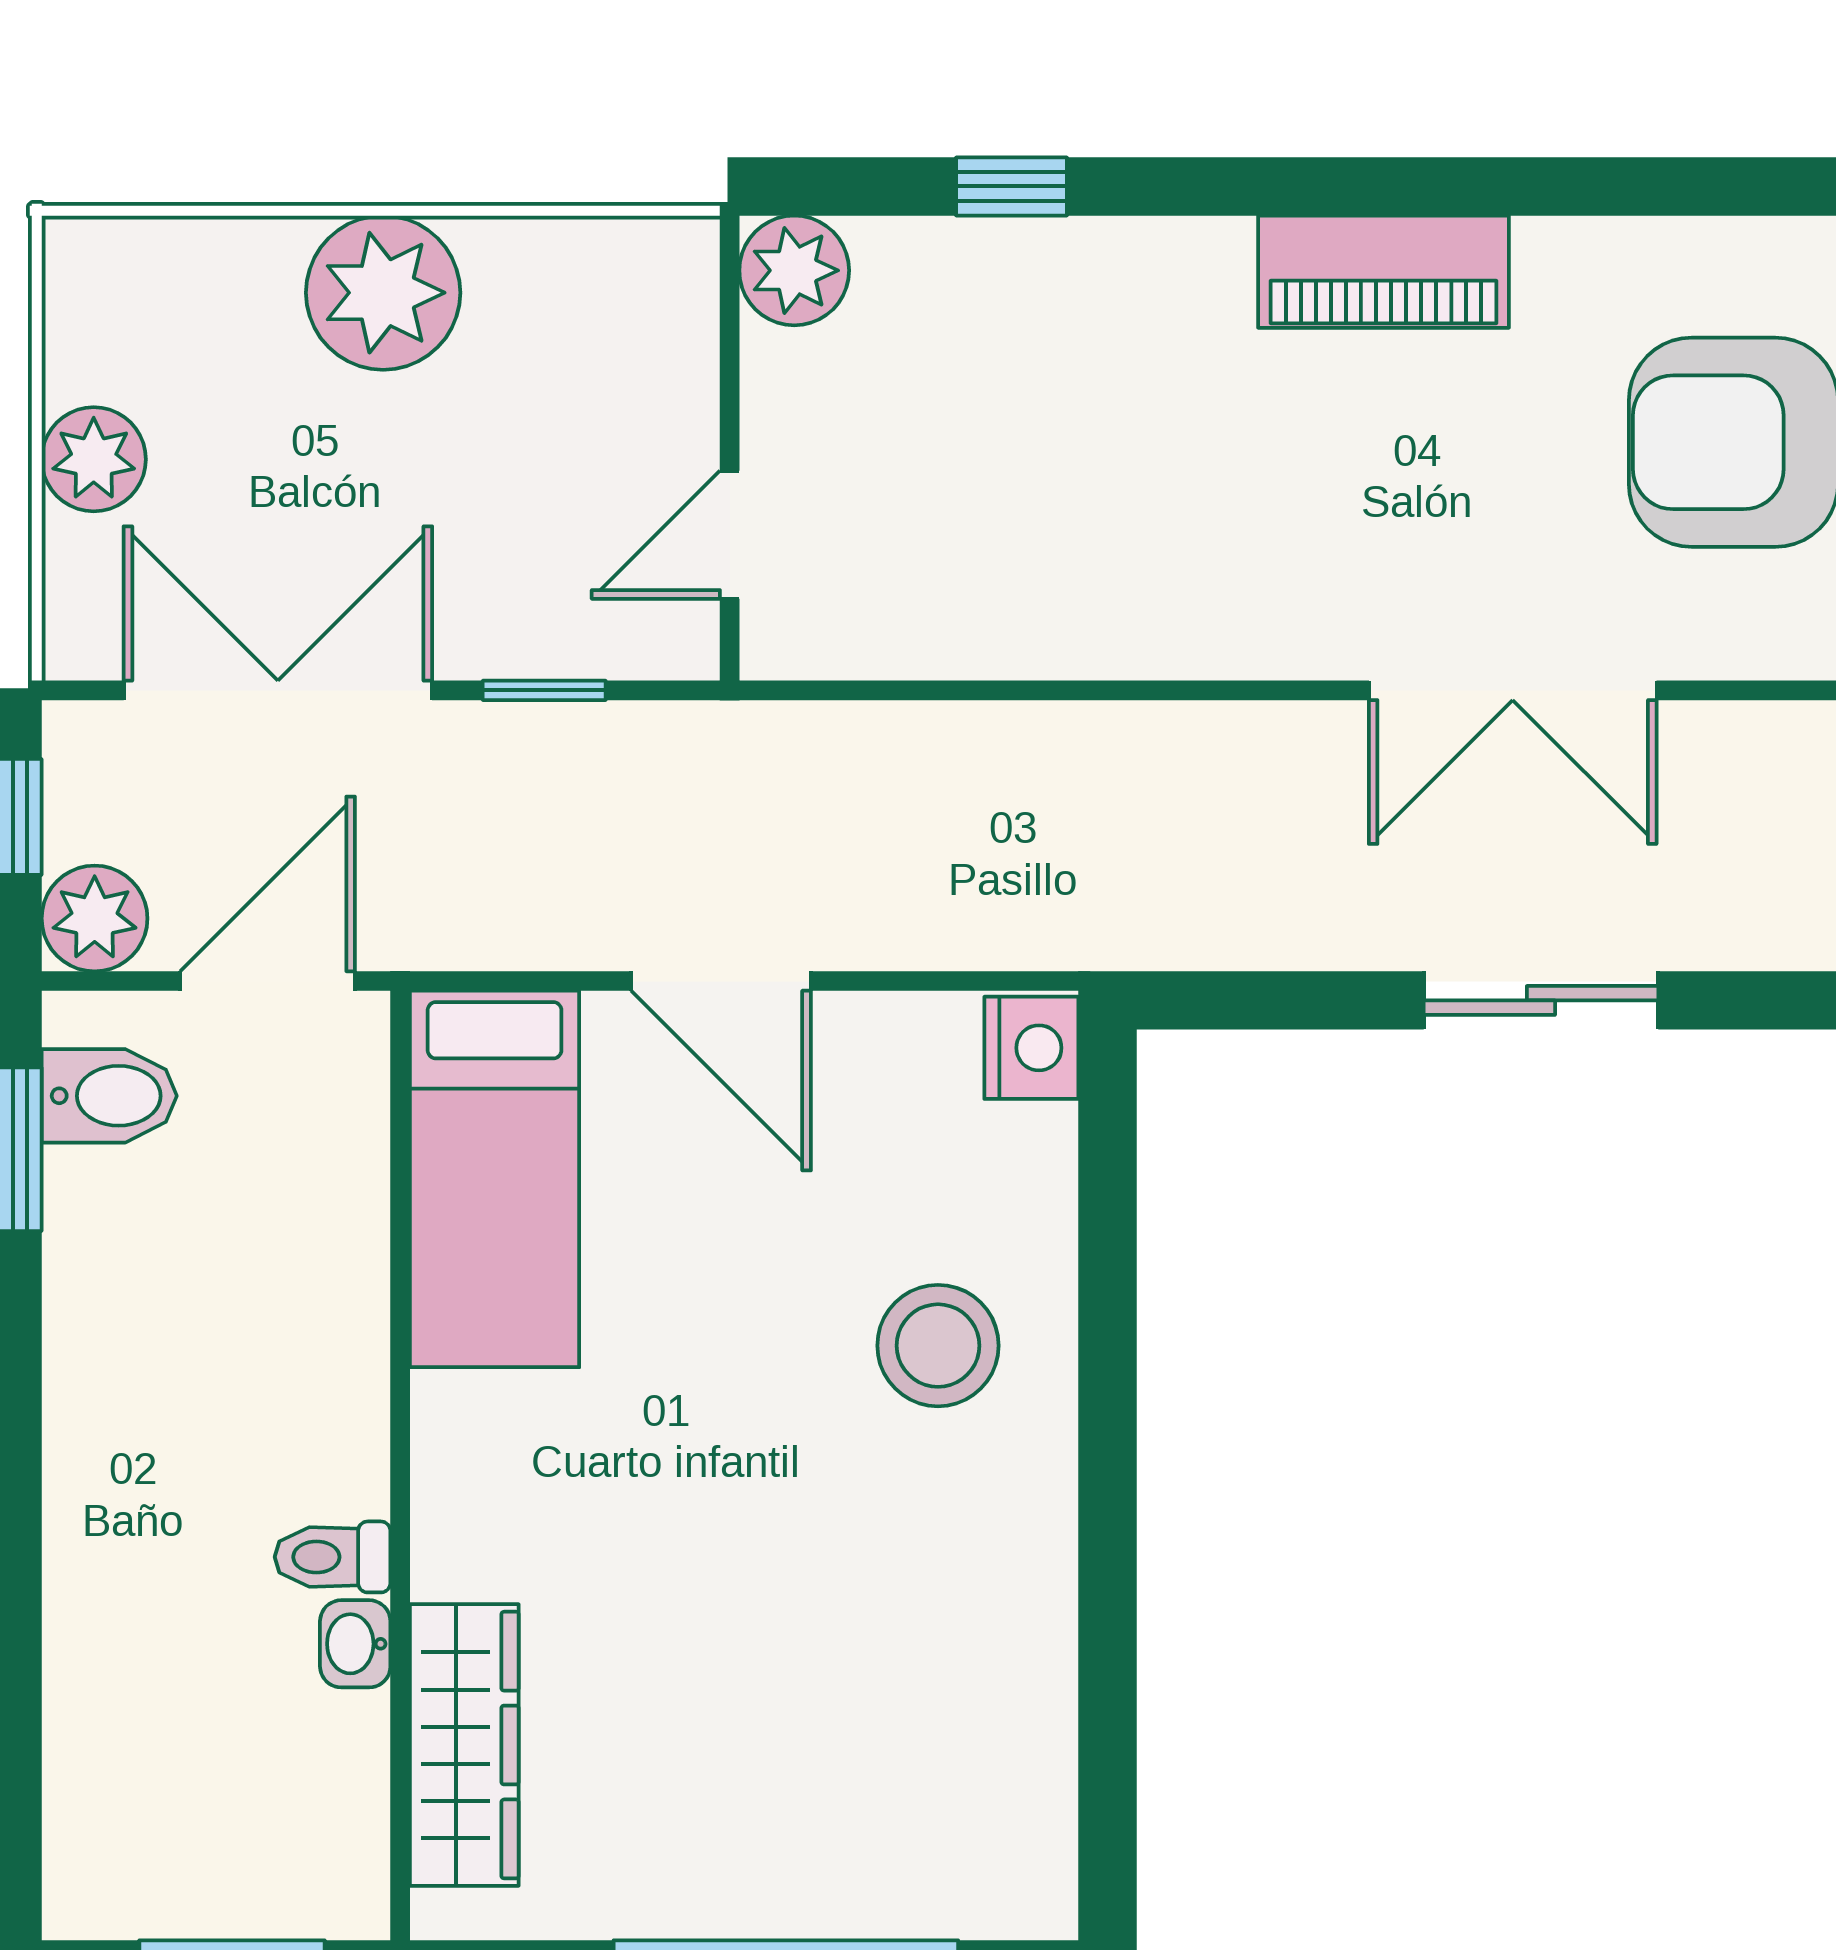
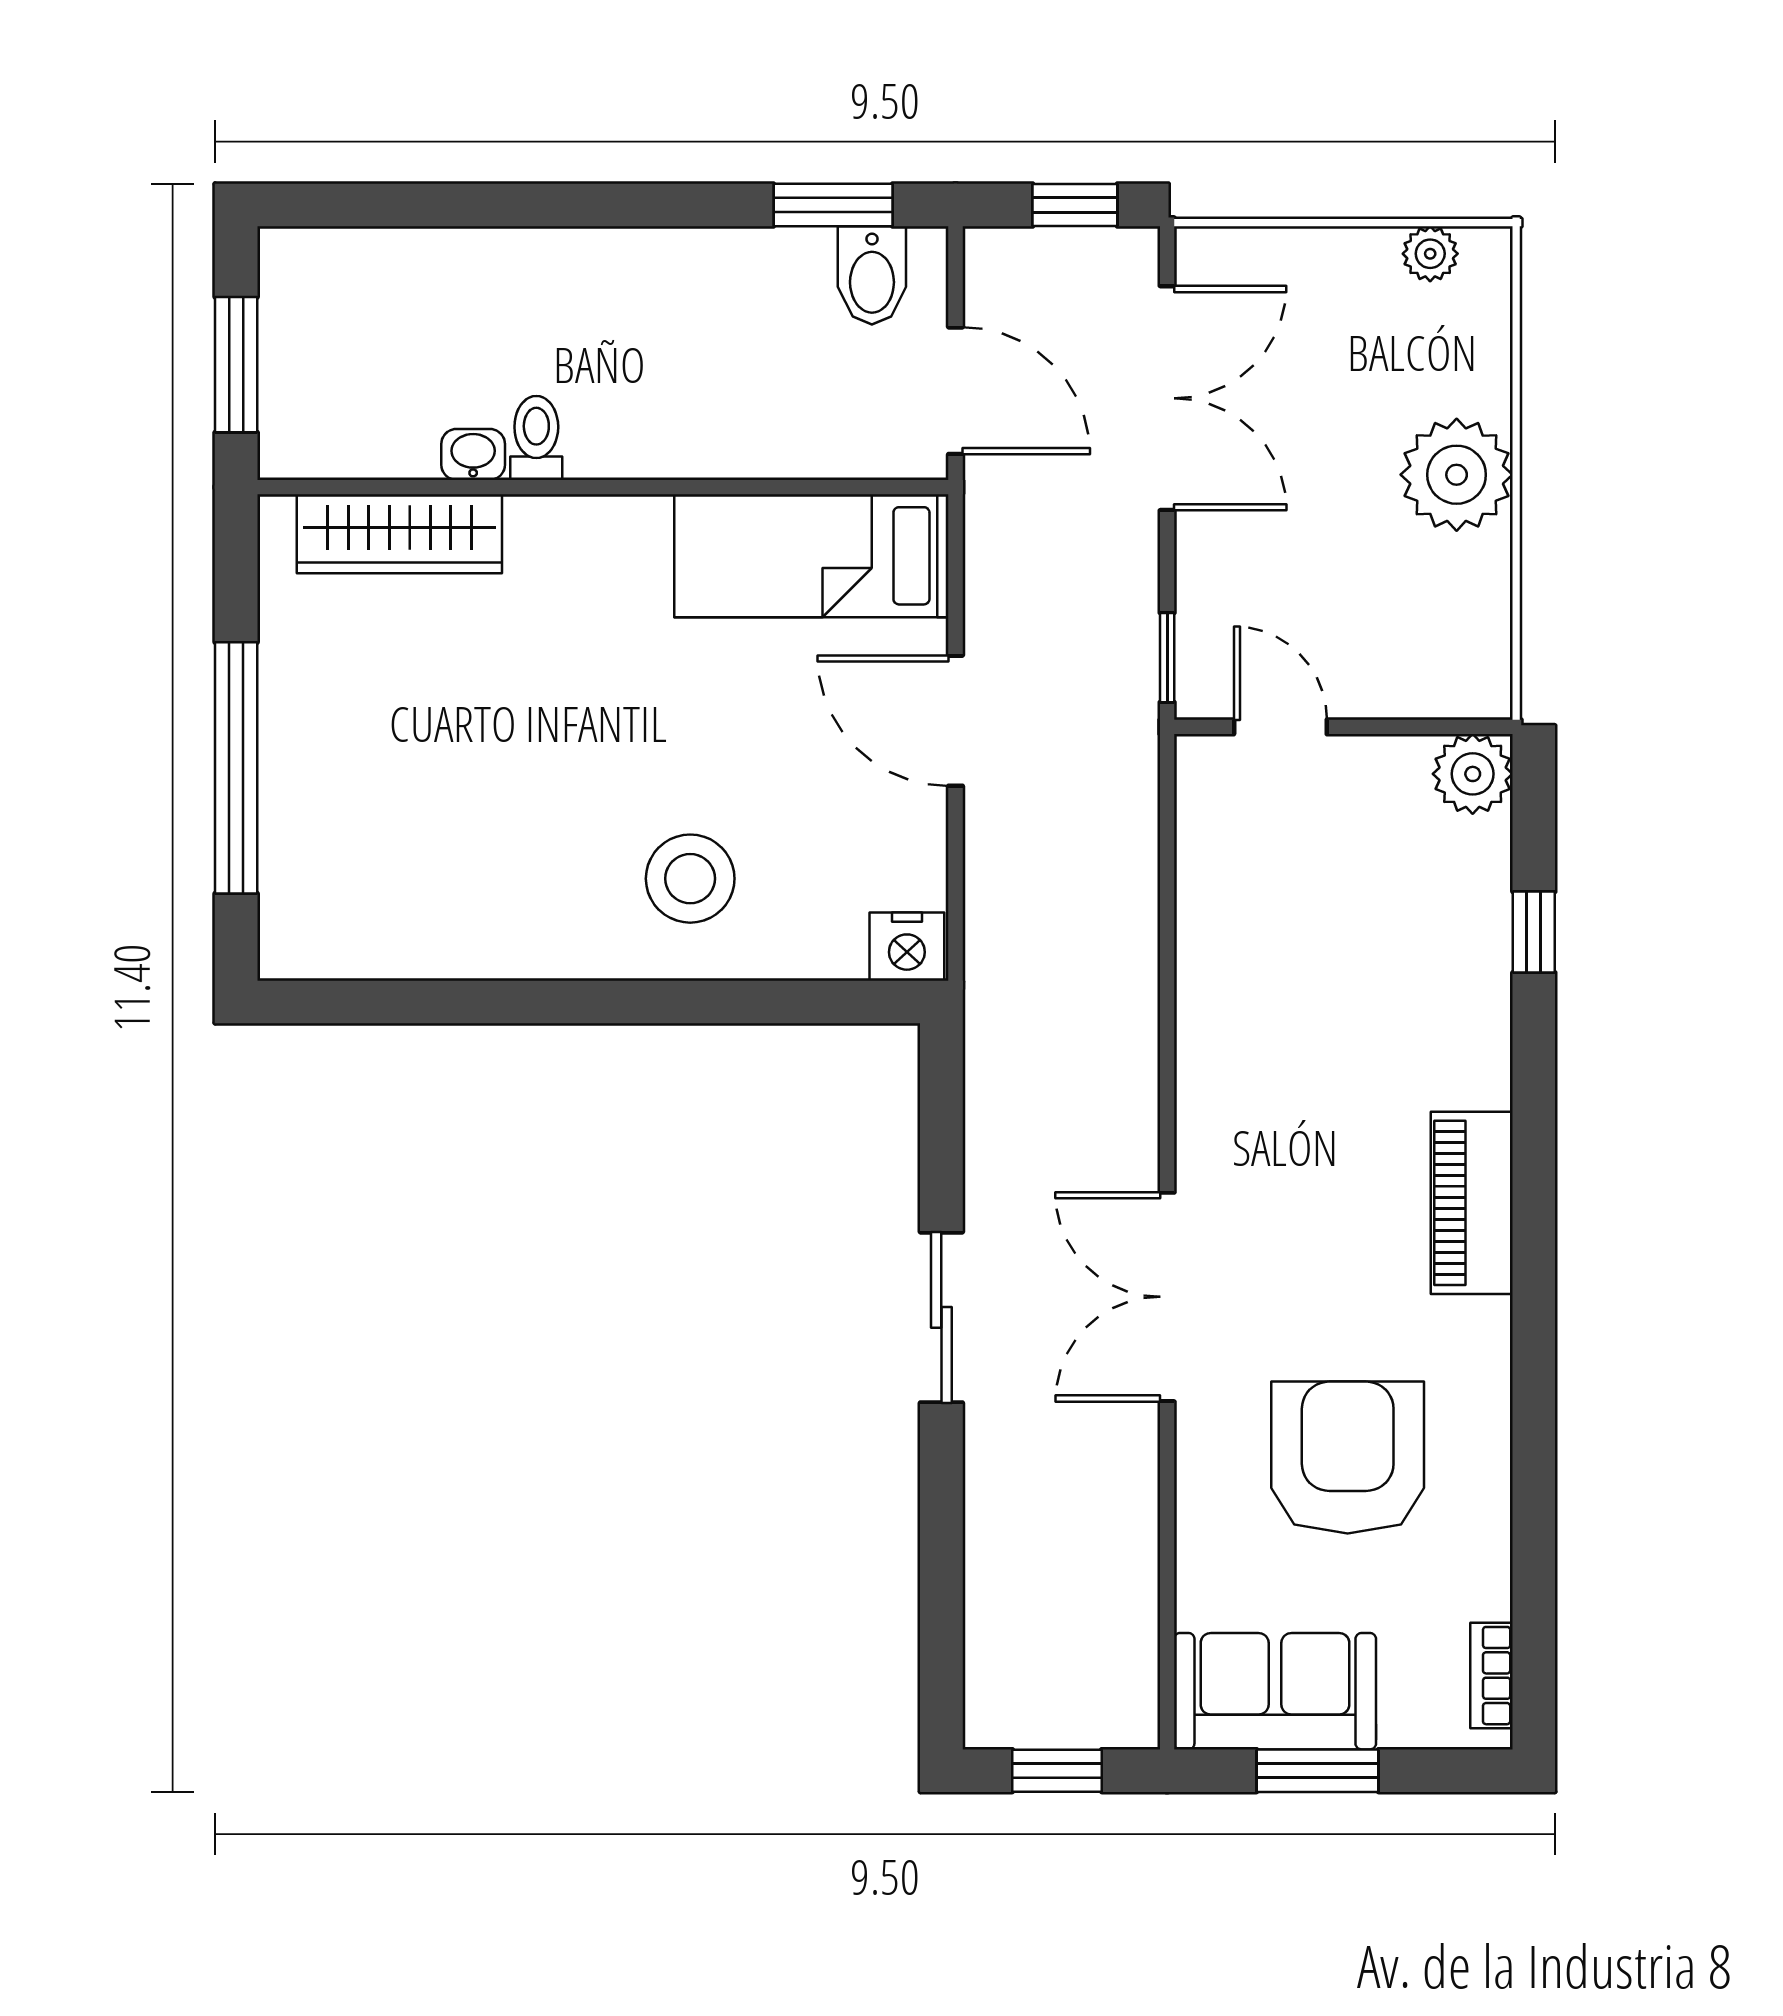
plant: (94, 459) -> (1430, 254), moved, width x0.73, depth x0.73
window: (544, 690) -> (1167, 658), moved
plant: (95, 918) -> (1001, 265), removed
door: (721, 981) -> (956, 721), hinge flipped

